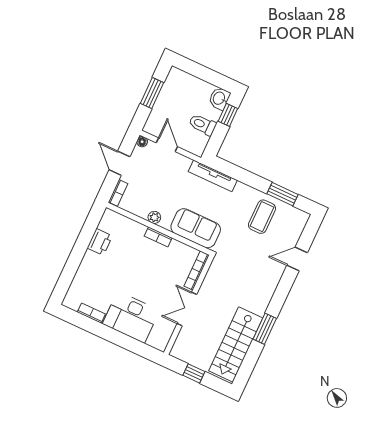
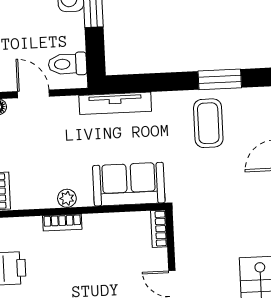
toilet: (203, 125) -> (67, 64), moved
bookcase: (158, 237) -> (62, 222), moved
bookcase: (197, 271) -> (159, 229), width x0.64

